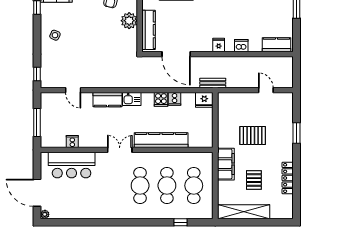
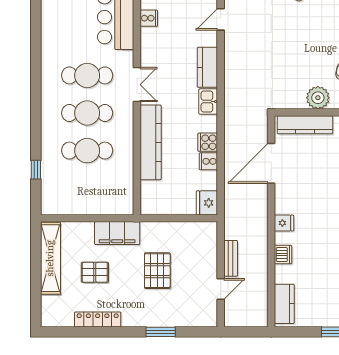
bench: (213, 83) -> (231, 258), moved
cafe table: (194, 186) -> (87, 75), moved

